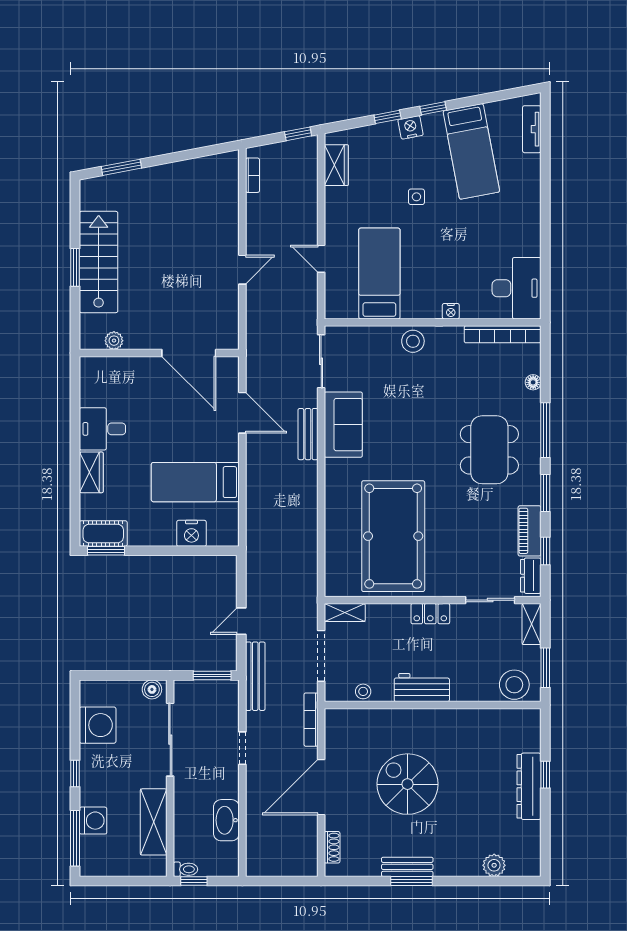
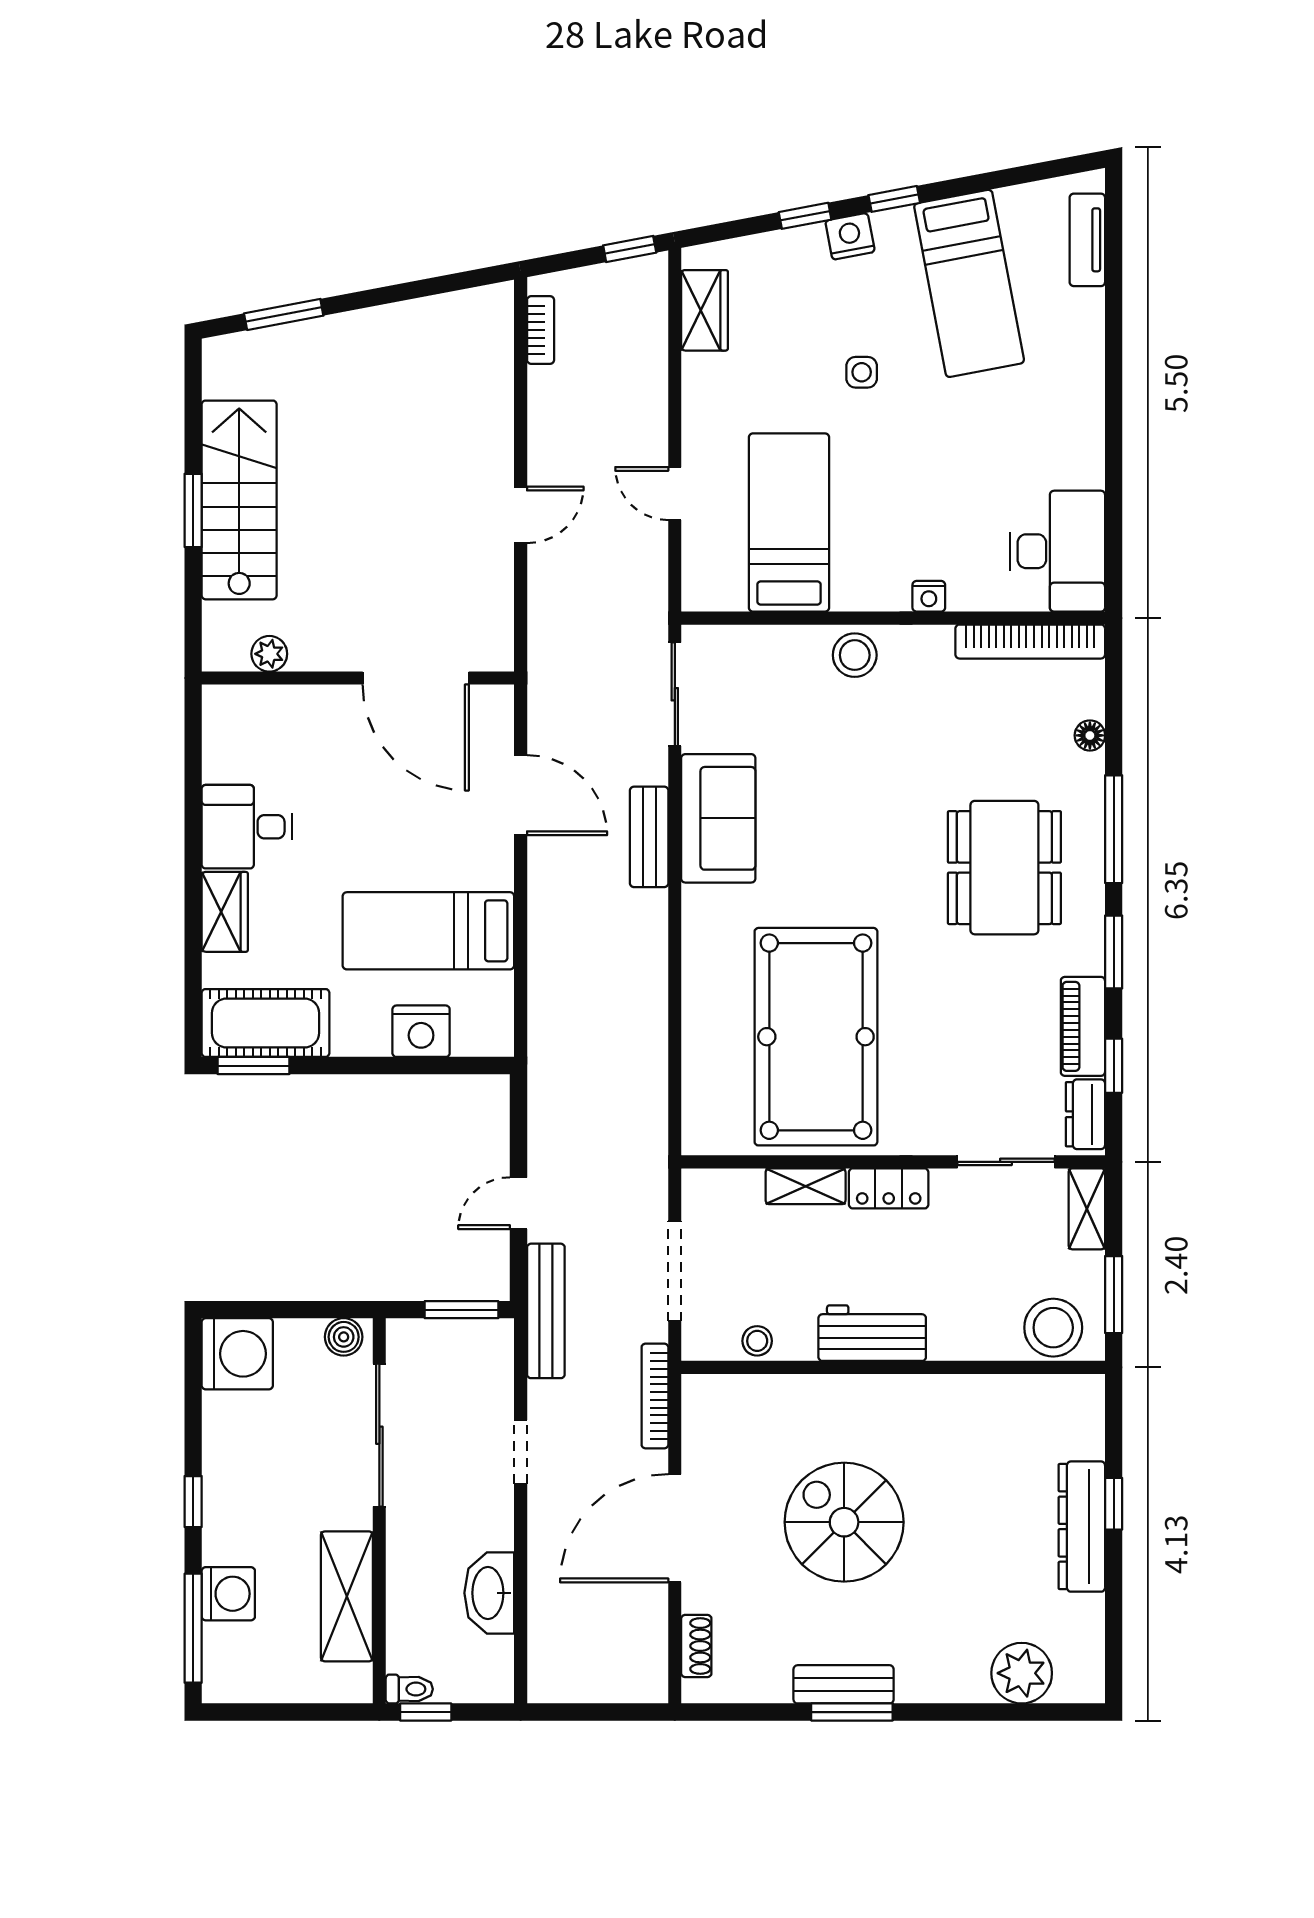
cot: (103, 534) -> (266, 1023), width x1.37, depth x1.34
shelving: (345, 613) -> (806, 1186), moved
washing machine: (98, 725) -> (237, 1354), moved
plant: (494, 865) -> (1022, 1673), width x1.36, depth x1.36

